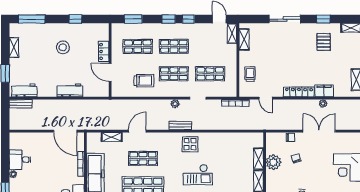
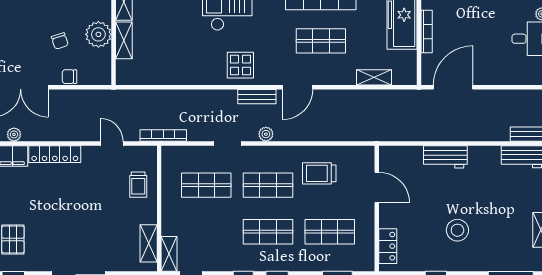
locker: (104, 51) -> (388, 246), moved
door: (65, 131) -> (453, 87), hinge flipped
door: (137, 131) -> (298, 87), moved

